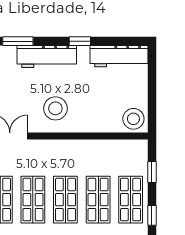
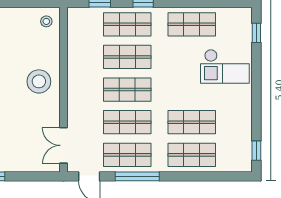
stool: (55, 108) -> (39, 81), moved
stool: (133, 119) -> (46, 21), width x0.53, depth x0.53

